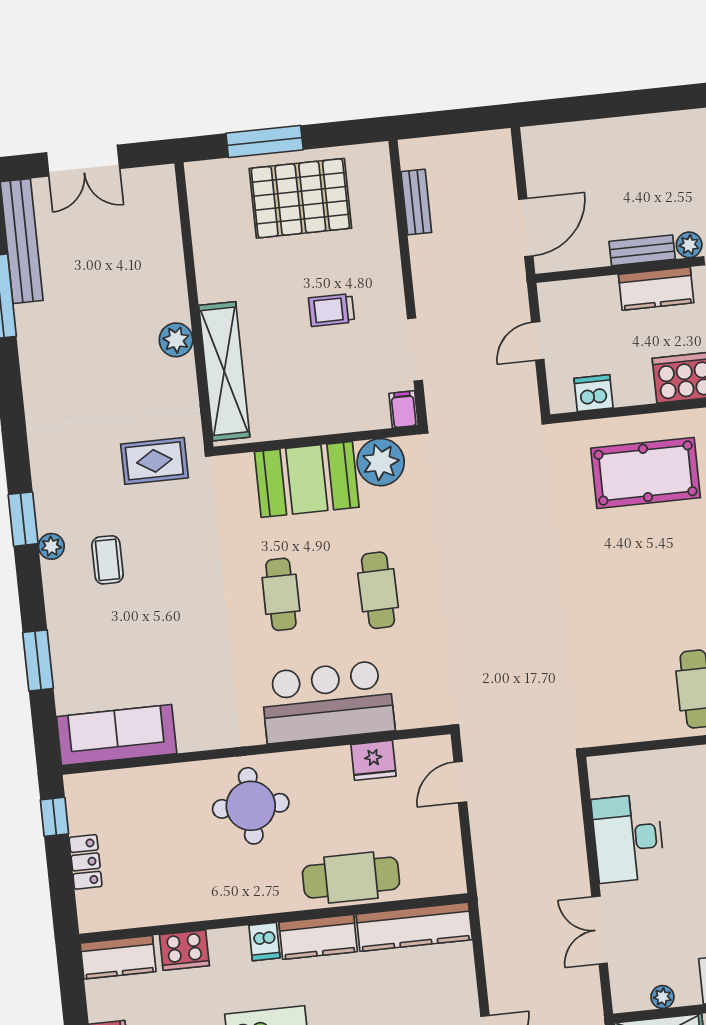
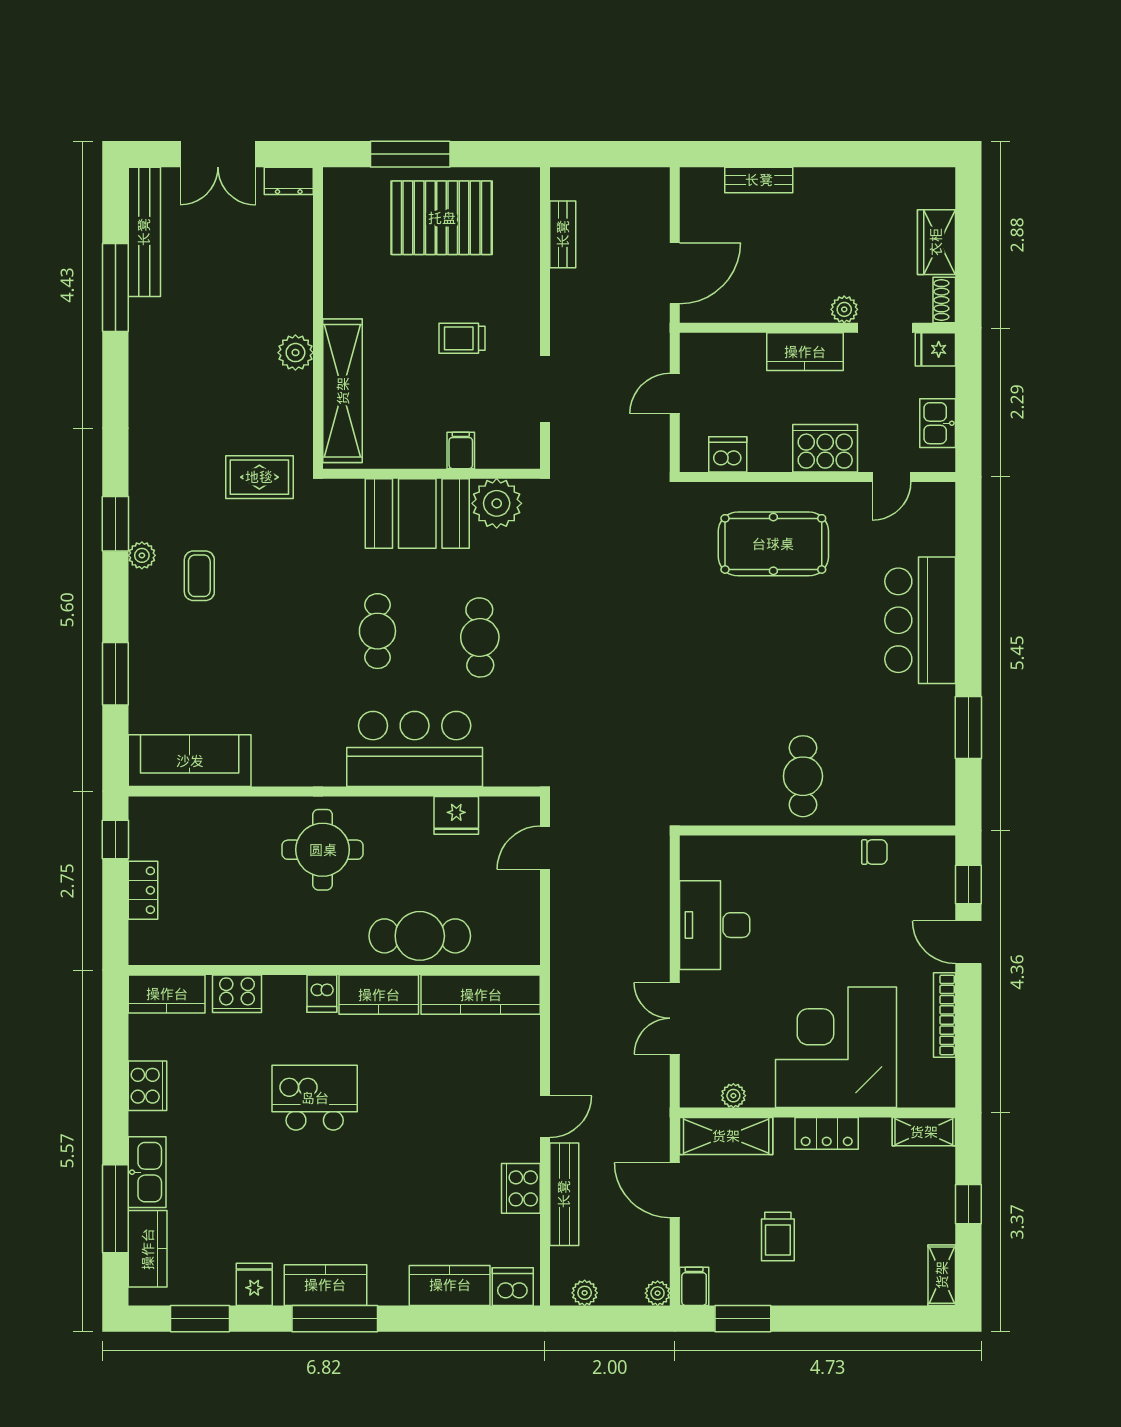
dresser: (153, 179) -> (289, 181), added
bench: (642, 250) -> (759, 180), moved
filing cabinet: (404, 409) -> (461, 451), moved

